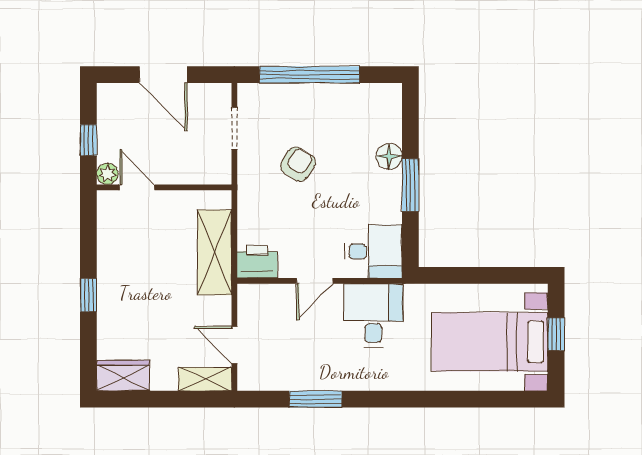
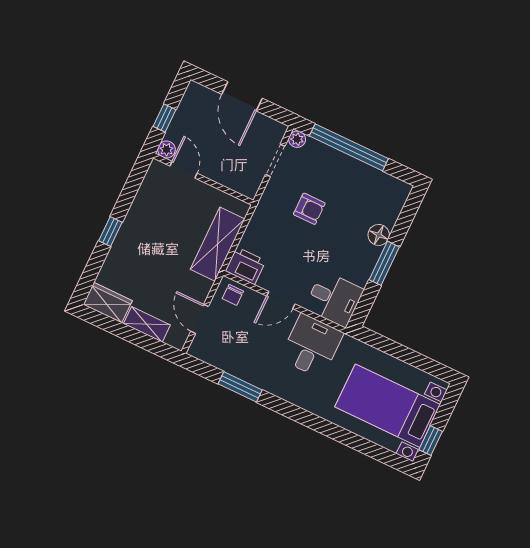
plant: (247, 93) -> (297, 139), added
armchair: (298, 164) -> (309, 209), turned 57
chair: (259, 301) -> (233, 295), added
window: (556, 334) -> (431, 441), moved
shelving: (205, 379) -> (147, 324), moved

